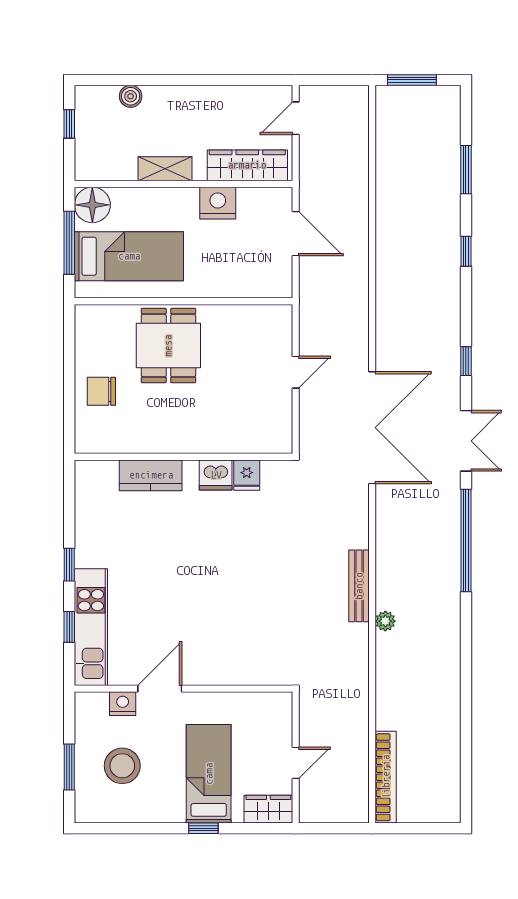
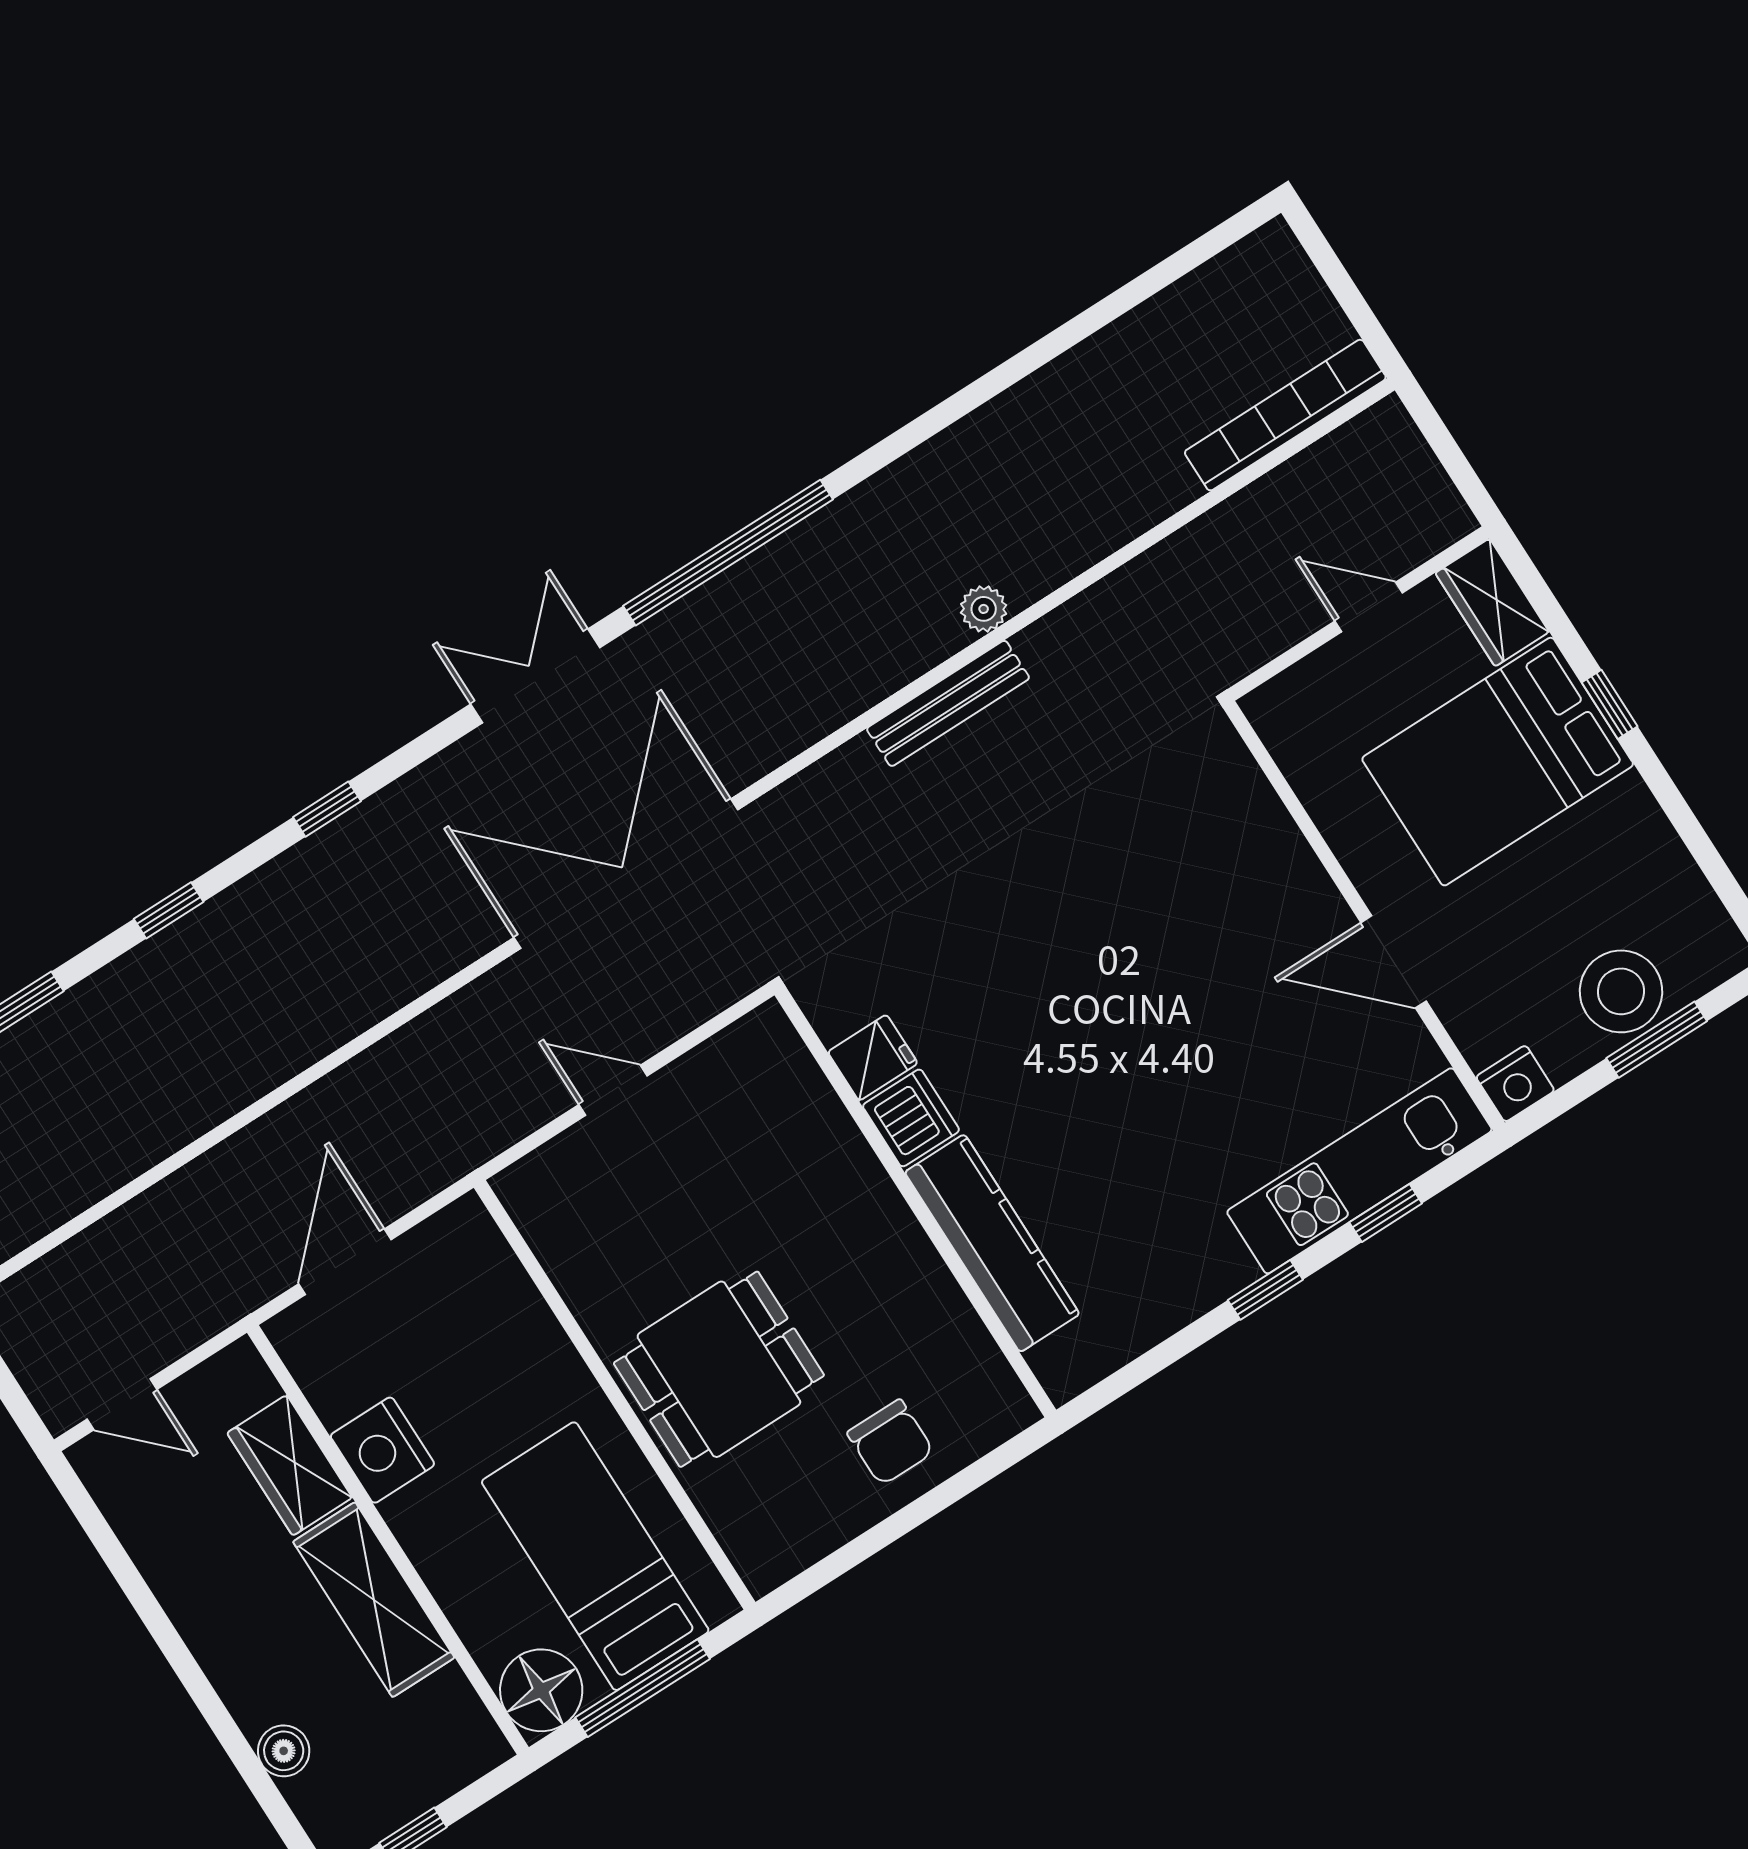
wardrobe: (247, 165) -> (290, 1465), width x0.67
shelving: (165, 169) -> (374, 1600), width x1.50, depth x1.33
window: (466, 361) -> (327, 809), moved
kitchen counter: (151, 475) -> (992, 1243), width x1.50
nightstand: (123, 704) -> (1515, 1084), moved, turned -90
stool: (122, 766) -> (1621, 991), moved
bed: (209, 774) -> (1498, 762), width x1.50

